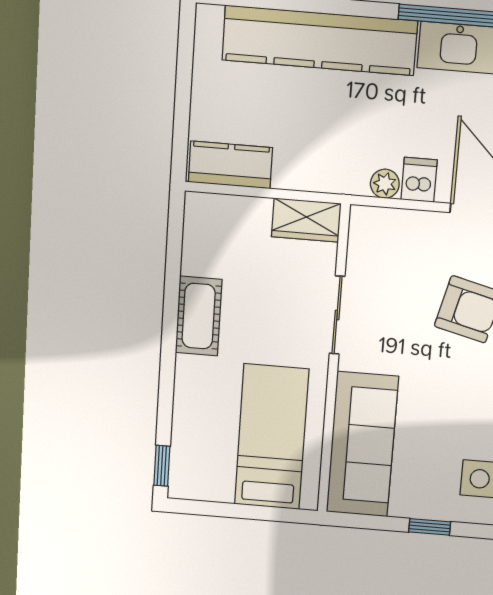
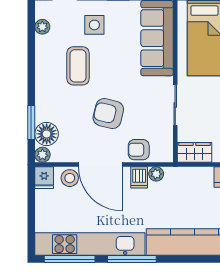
armchair: (415, 234) -> (139, 150), added

